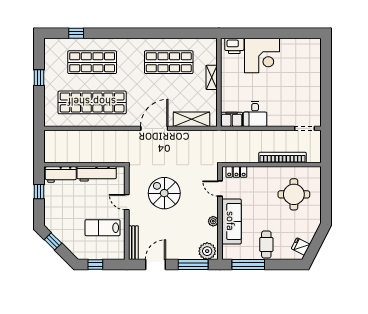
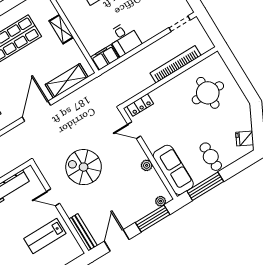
sofa: (231, 221) -> (173, 170), moved
plant: (207, 251) -> (161, 201), width x0.53, depth x0.53

